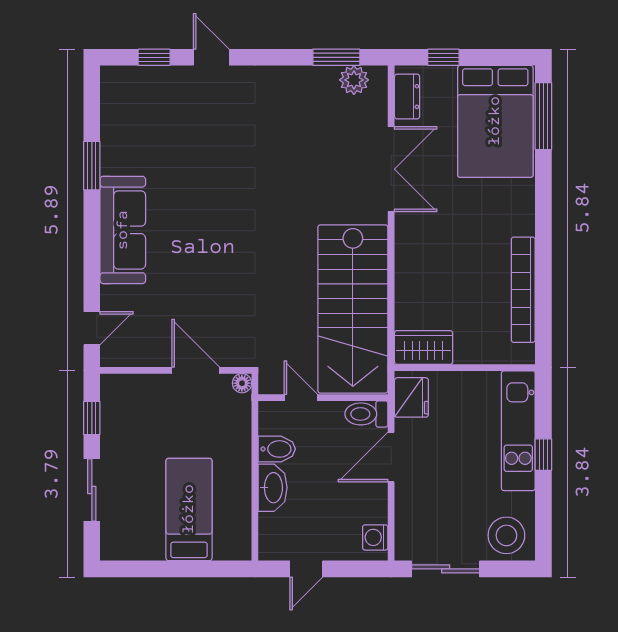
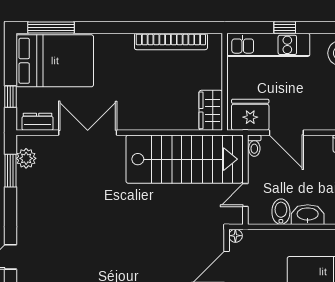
fridge: (411, 397) -> (250, 115), width x1.36, depth x1.34
toilet: (366, 414) -> (254, 146), width x0.73, depth x0.72

